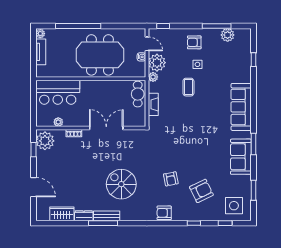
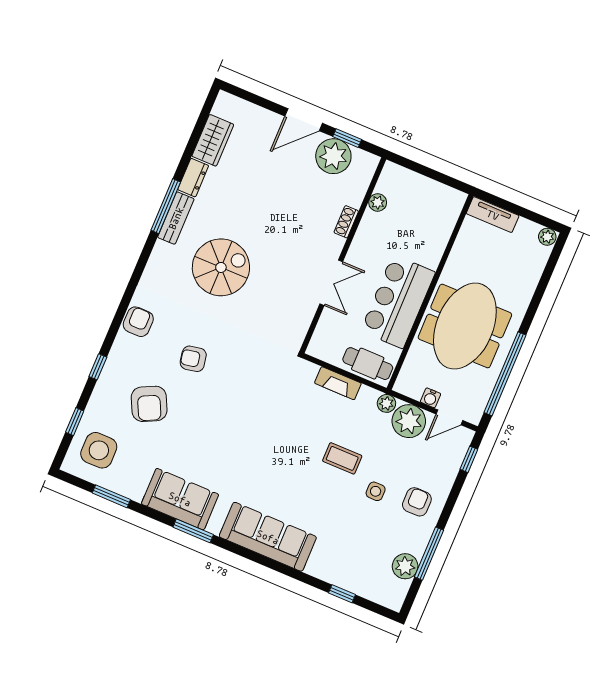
window: (78, 26) -> (505, 374), moved
tv unit: (41, 52) -> (493, 215), moved
bar counter: (58, 92) -> (398, 302), moved
double door: (106, 128) -> (331, 283), width x0.73
plant: (45, 141) -> (333, 156), moved
door: (34, 187) -> (304, 120), moved

